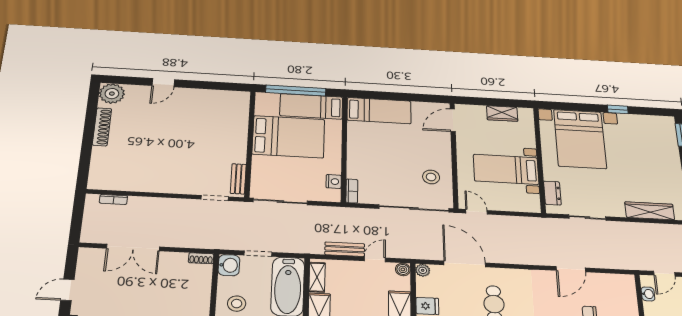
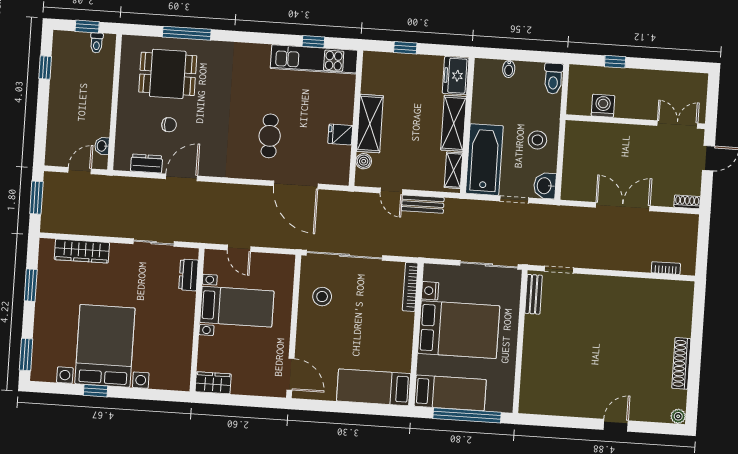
plant: (112, 94) -> (678, 416), width x0.53, depth x0.53
wardrobe: (502, 114) -> (213, 383), moved
door: (453, 120) -> (290, 374), hinge flipped
bed: (289, 137) -> (459, 330), moved, turned 180
bed with nightstands: (580, 139) -> (105, 346), moved
bookcase: (352, 191) -> (410, 287), width x1.56
door: (476, 212) -> (239, 248), moved
double door: (133, 248) -> (623, 207), moved
shoe rack: (201, 258) -> (687, 202), moved
door: (375, 259) -> (391, 191), hinge flipped
boiler: (403, 269) -> (364, 161), moved
plant: (423, 270) -> (341, 177), removed
dresser: (605, 280) -> (147, 164), added

